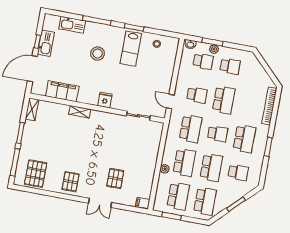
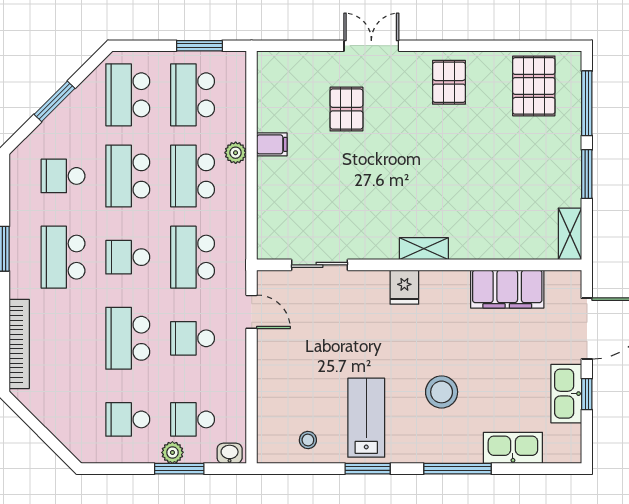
shelving: (80, 112) -> (424, 249), moved
filing cabinet: (143, 203) -> (272, 144), moved

